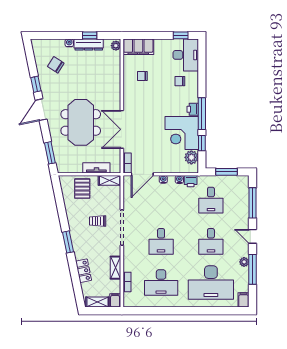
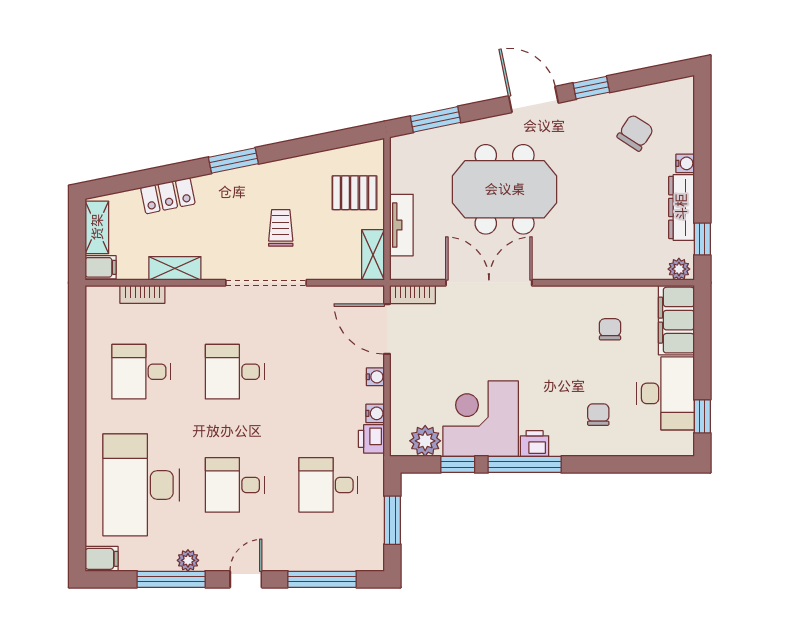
window: (90, 35) -> (702, 239), moved
desk: (186, 55) -> (666, 393), moved, turned -90
desk: (161, 283) -> (141, 372), width x0.73

